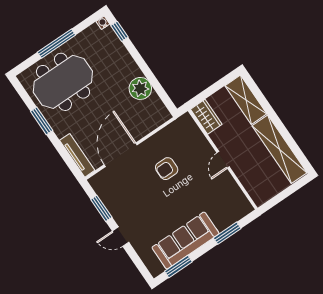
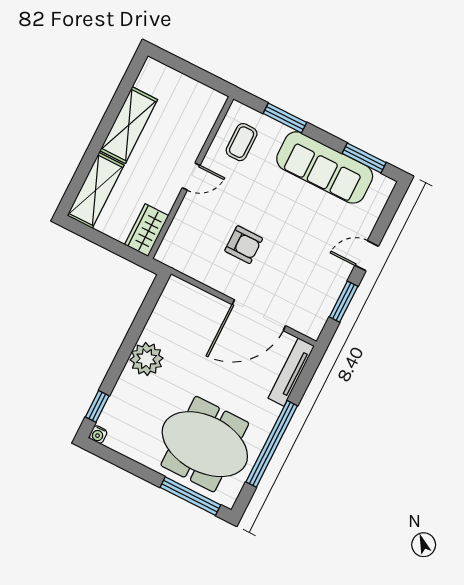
window: (56, 44) -> (190, 496), moved
plant: (140, 88) -> (146, 359), moved
window: (42, 121) -> (272, 444), width x2.11
shelving: (279, 149) -> (129, 125), width x0.68
coffee table: (227, 200) -> (242, 142), added
door: (121, 237) -> (367, 256), swing flipped

